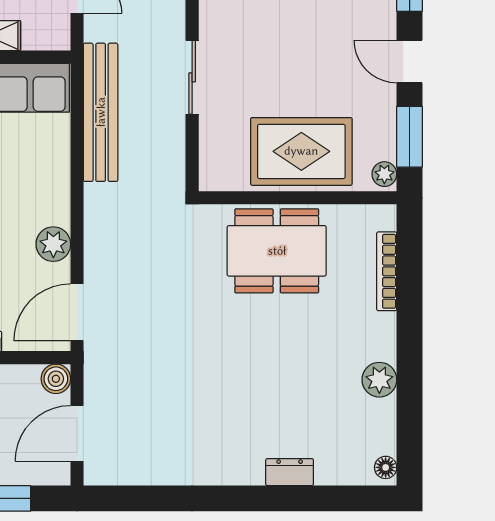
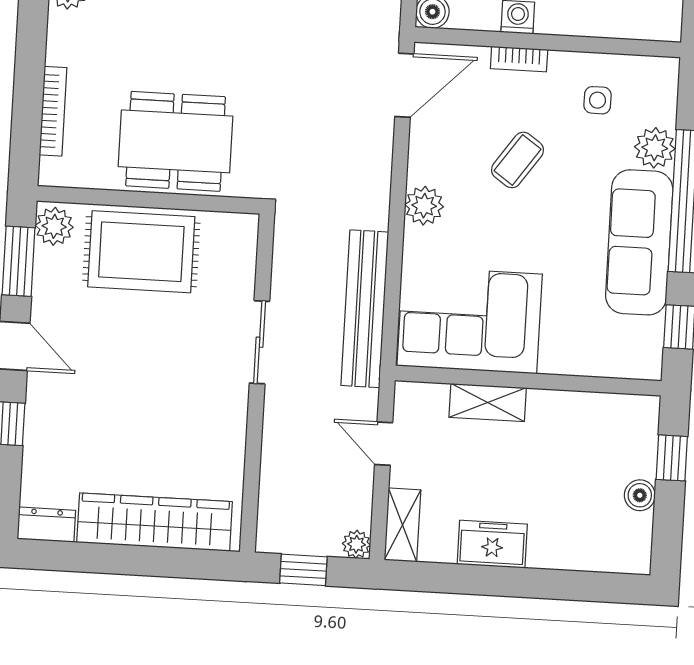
plant: (384, 174) -> (54, 226), width x1.38, depth x1.38
plant: (53, 244) -> (424, 206), moved

